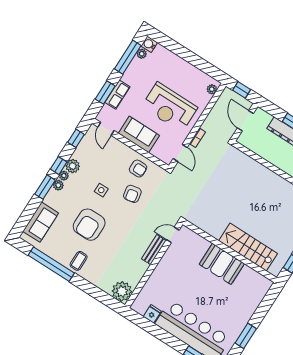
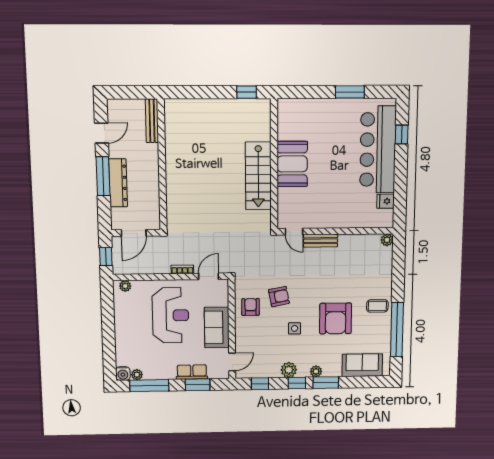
plant: (64, 176) -> (303, 372), removed
armchair: (89, 225) -> (336, 319), turned 90
stairs: (248, 247) -> (258, 176), moved
plant: (122, 291) -> (387, 240), width x0.53, depth x0.53

